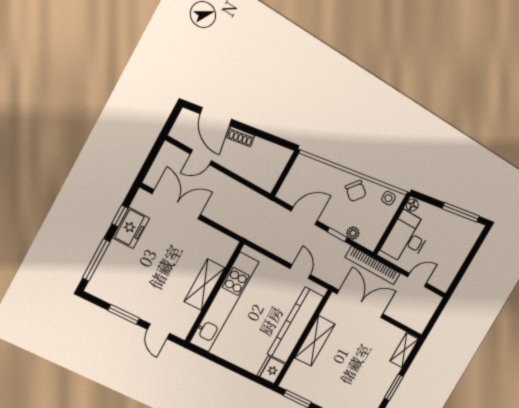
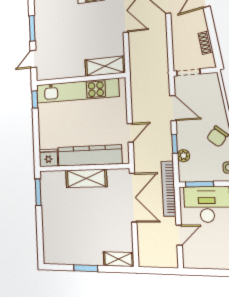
shoe rack: (241, 137) -> (206, 43), moved
doorway: (281, 180) -> (188, 72), added
window: (386, 234) -> (199, 184), added
door: (417, 280) -> (179, 235), hinge flipped
shelving: (204, 285) -> (105, 66), moved
window: (203, 353) -> (35, 99), added

